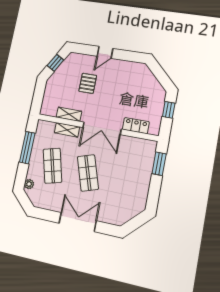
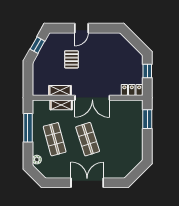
locker: (136, 126) -> (132, 90), moved

